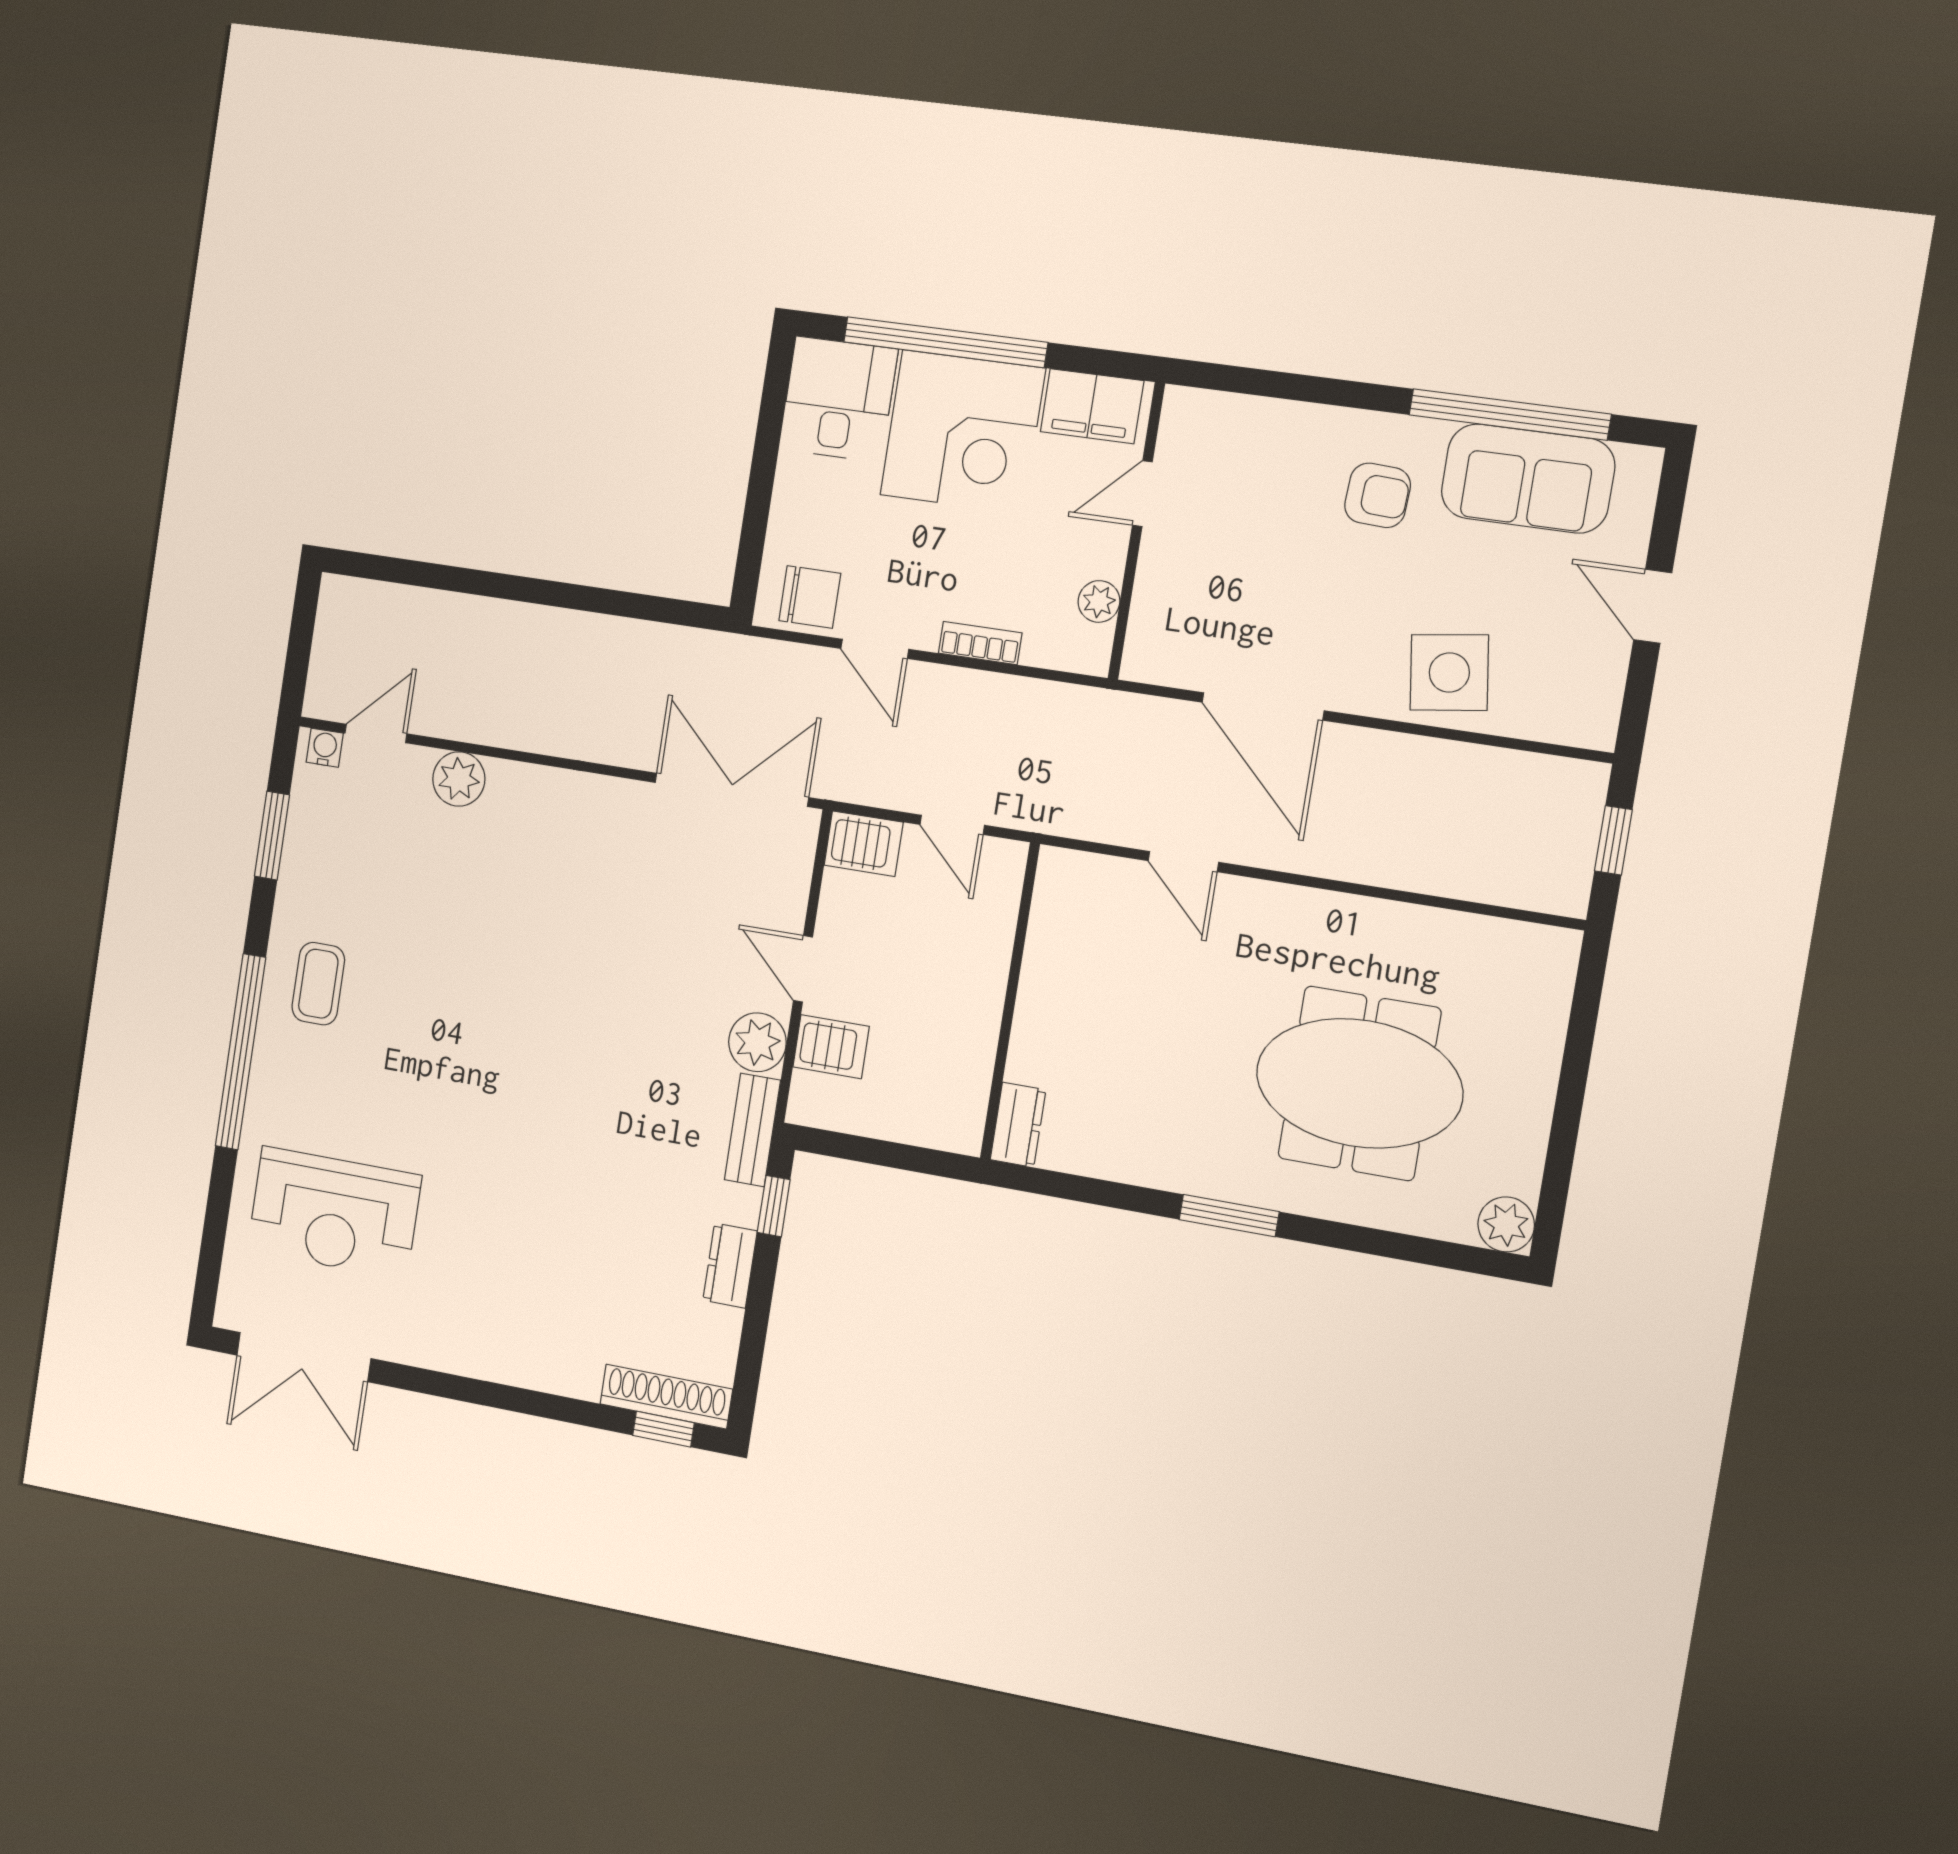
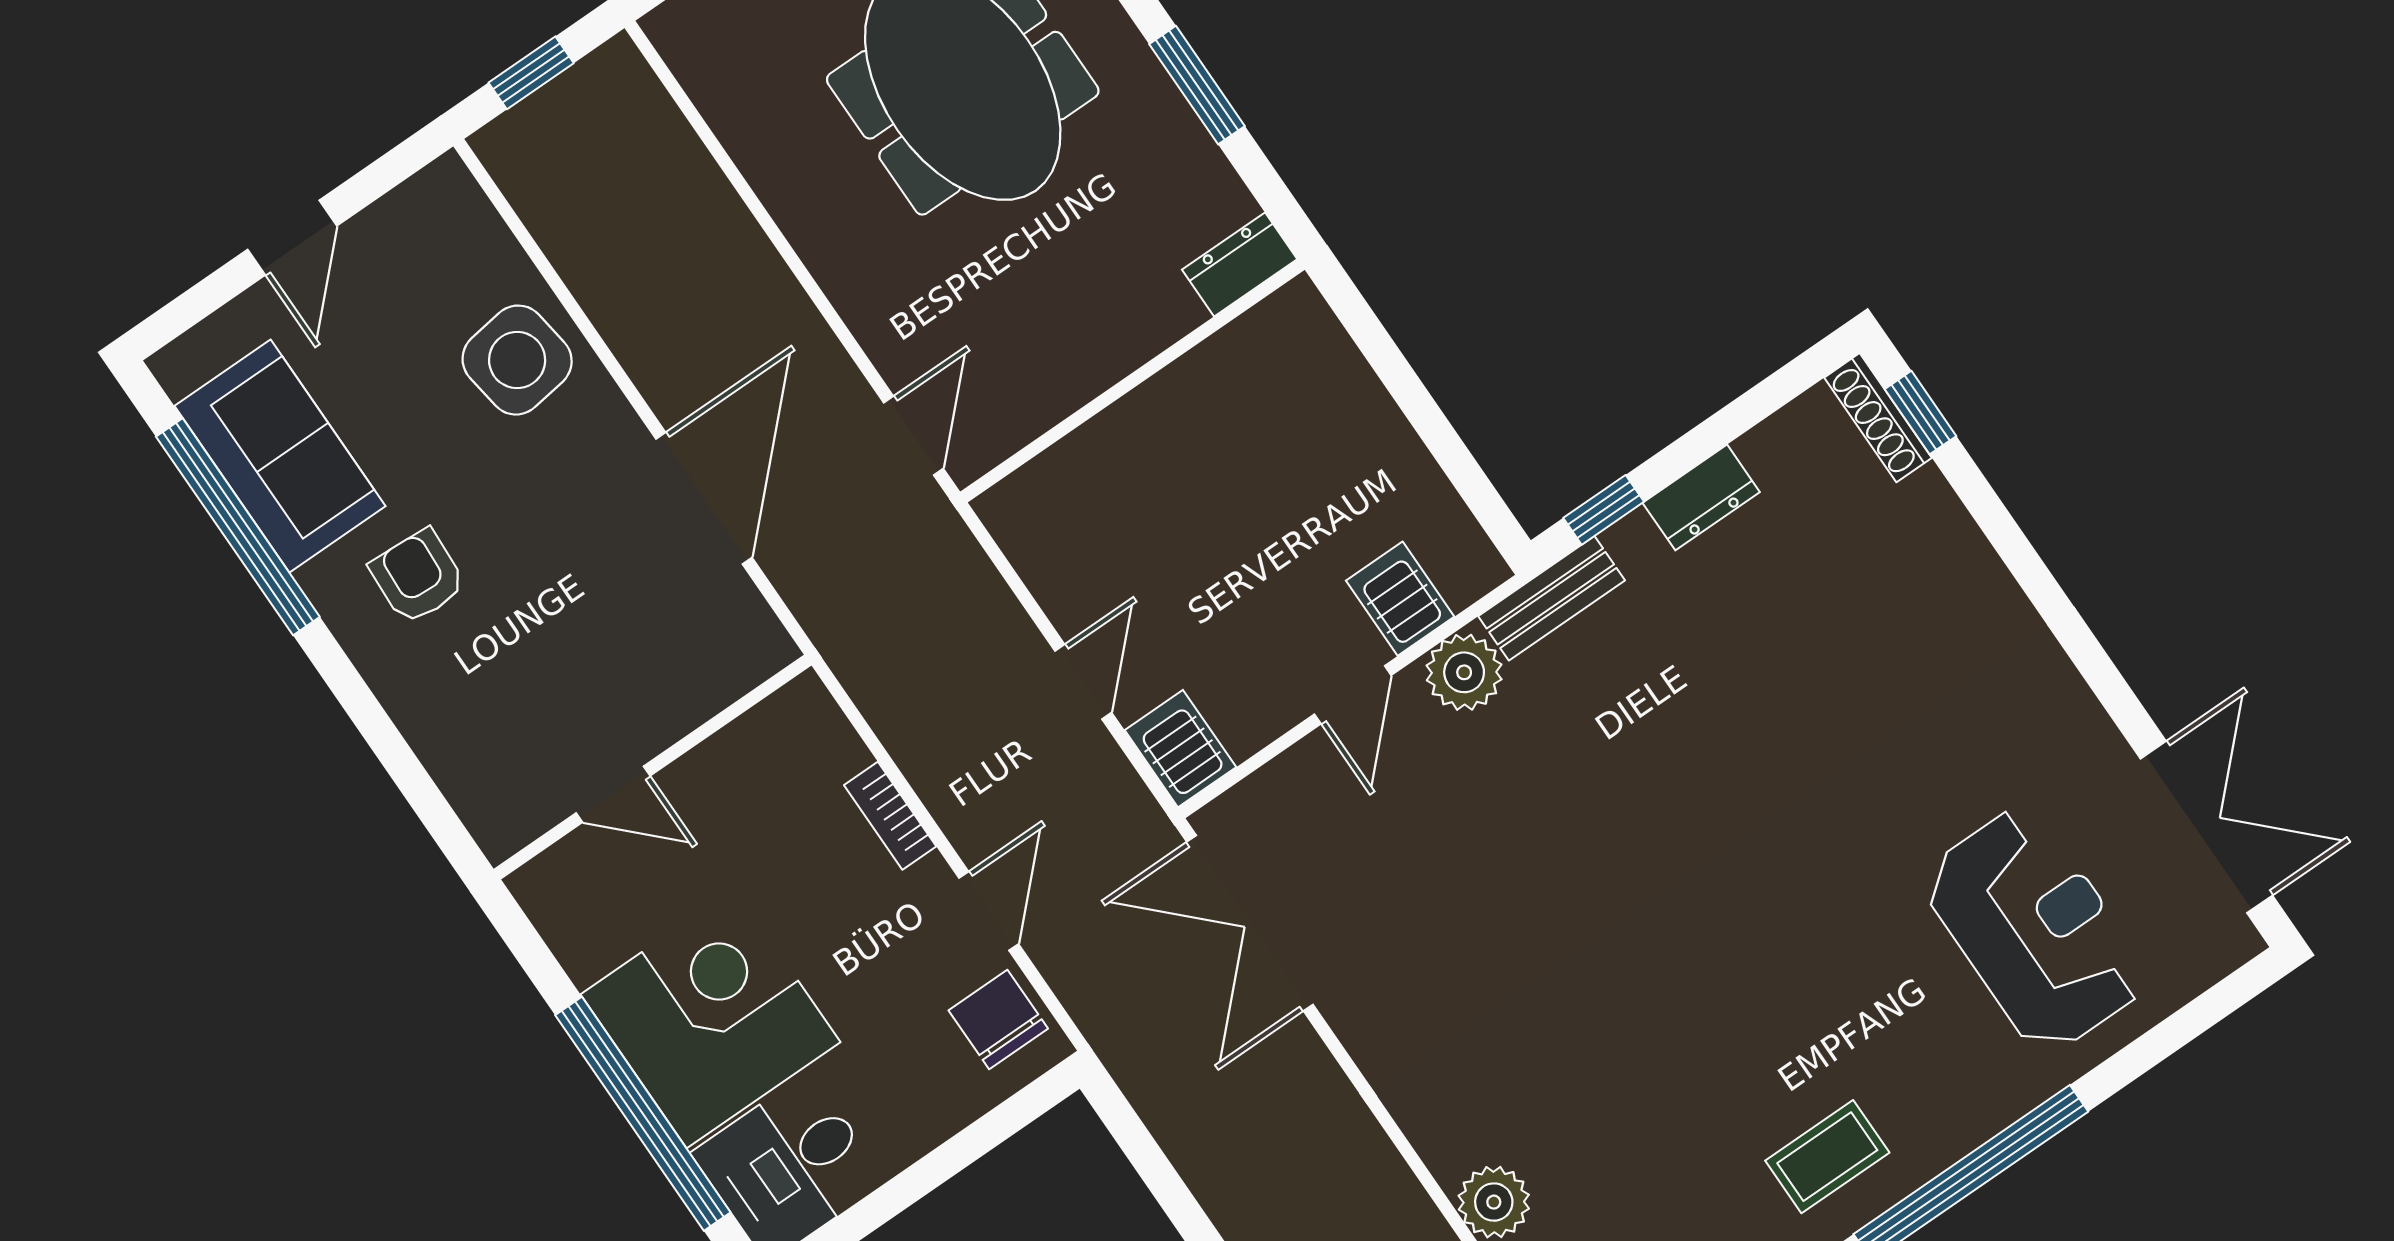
filing cabinet: (1092, 406) -> (576, 918), removed
plant: (1099, 601) -> (749, 741), removed
wall: (1010, 1001) -> (1132, 381), moved
dresser: (1018, 1125) -> (1240, 264), moved
shoe rack: (666, 1397) -> (1878, 418), width x0.74, depth x0.81

